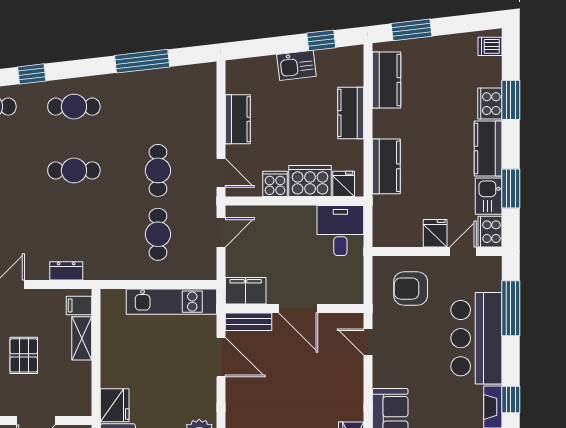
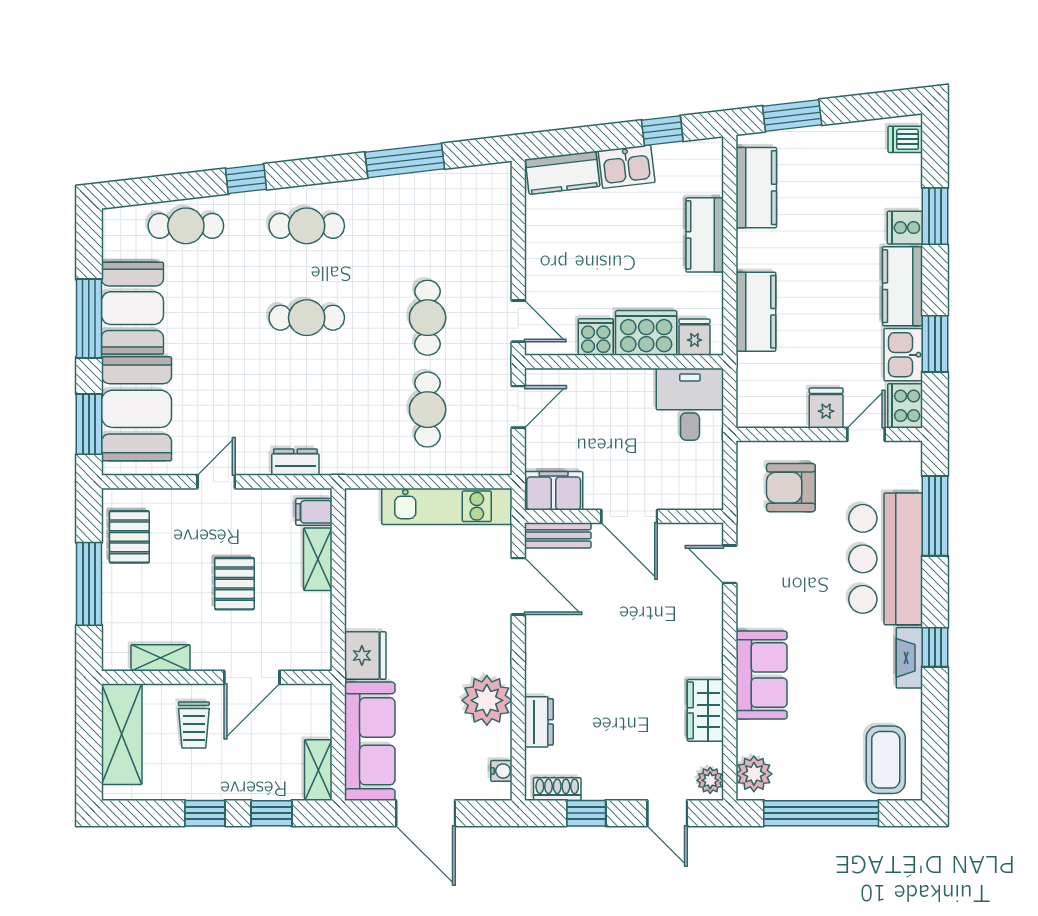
cooker: (490, 104) -> (905, 228), width x0.73
kitchen counter: (238, 119) -> (563, 173), moved, turned 83

